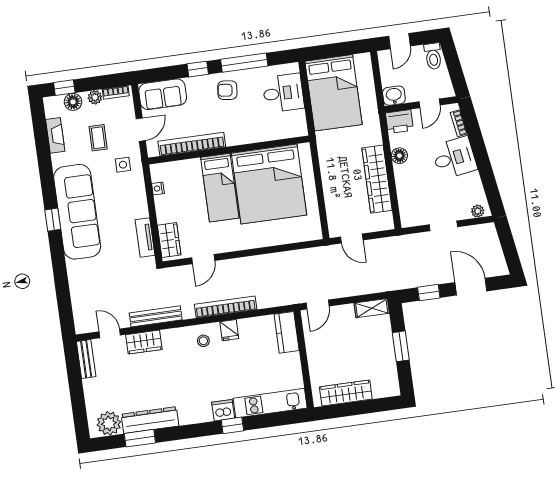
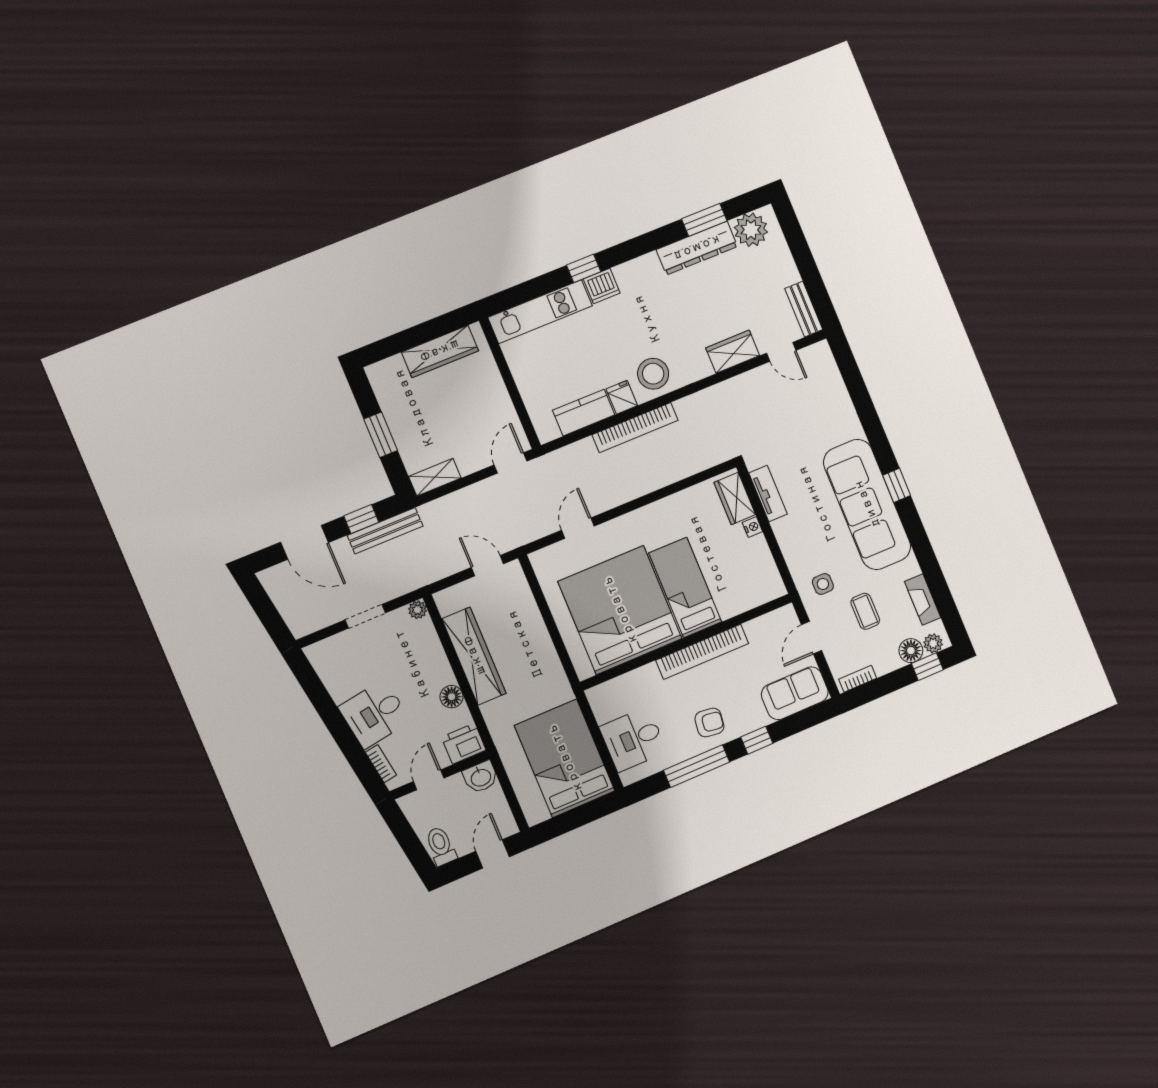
plant: (95, 97) -> (933, 643), moved
bookcase: (192, 144) -> (702, 652), moved
nightstand: (158, 188) -> (752, 527), moved
plant: (478, 211) -> (418, 610), moved
door: (203, 259) -> (578, 528), moved
bench: (156, 316) -> (385, 531), moved
kitchen counter: (287, 332) -> (584, 413), moved, turned -90
stool: (203, 341) -> (653, 374), width x1.89, depth x1.89

